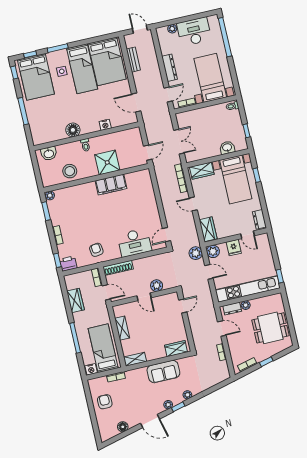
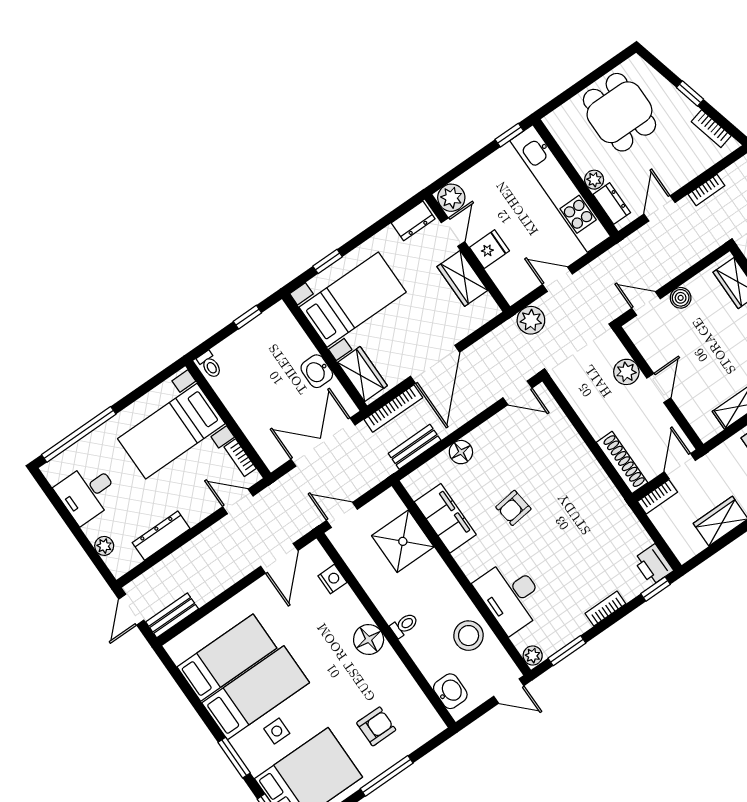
desk: (194, 32) -> (87, 493), width x0.73
bench: (133, 60) -> (172, 615), moved
bed: (107, 61) -> (227, 658), width x0.67
dresser: (170, 68) -> (161, 536), moved
armchair: (46, 115) -> (376, 726), added
nightstand: (105, 125) -> (332, 579), moved
floor lamp: (73, 130) -> (369, 640), moved
double door: (179, 142) -> (323, 442), width x1.37
washbasin: (227, 148) -> (317, 371), moved
door: (148, 153) -> (342, 515), moved
shower: (107, 162) -> (403, 541), moved
door: (39, 179) -> (509, 691), added
bench: (161, 181) -> (415, 447), added
filing cabinet: (111, 185) -> (445, 518), moved
floor lamp: (151, 200) -> (461, 452), added
door: (193, 204) -> (435, 364), width x1.88
wardrobe: (208, 229) -> (462, 278), moved, turned -90
desk: (134, 243) -> (511, 596), moved, turned 180
armchair: (96, 250) -> (513, 508), moved
plant: (213, 251) -> (451, 198), moved
door: (209, 272) -> (557, 279), hinge flipped
boiler: (179, 322) -> (681, 298), added

